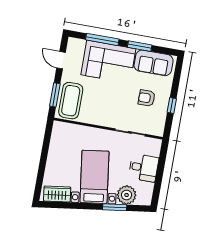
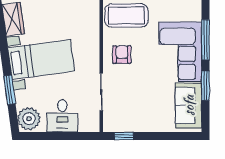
armchair: (147, 98) -> (122, 55), moved
window: (172, 106) -> (124, 136), moved
plant: (127, 195) -> (29, 119), moved

